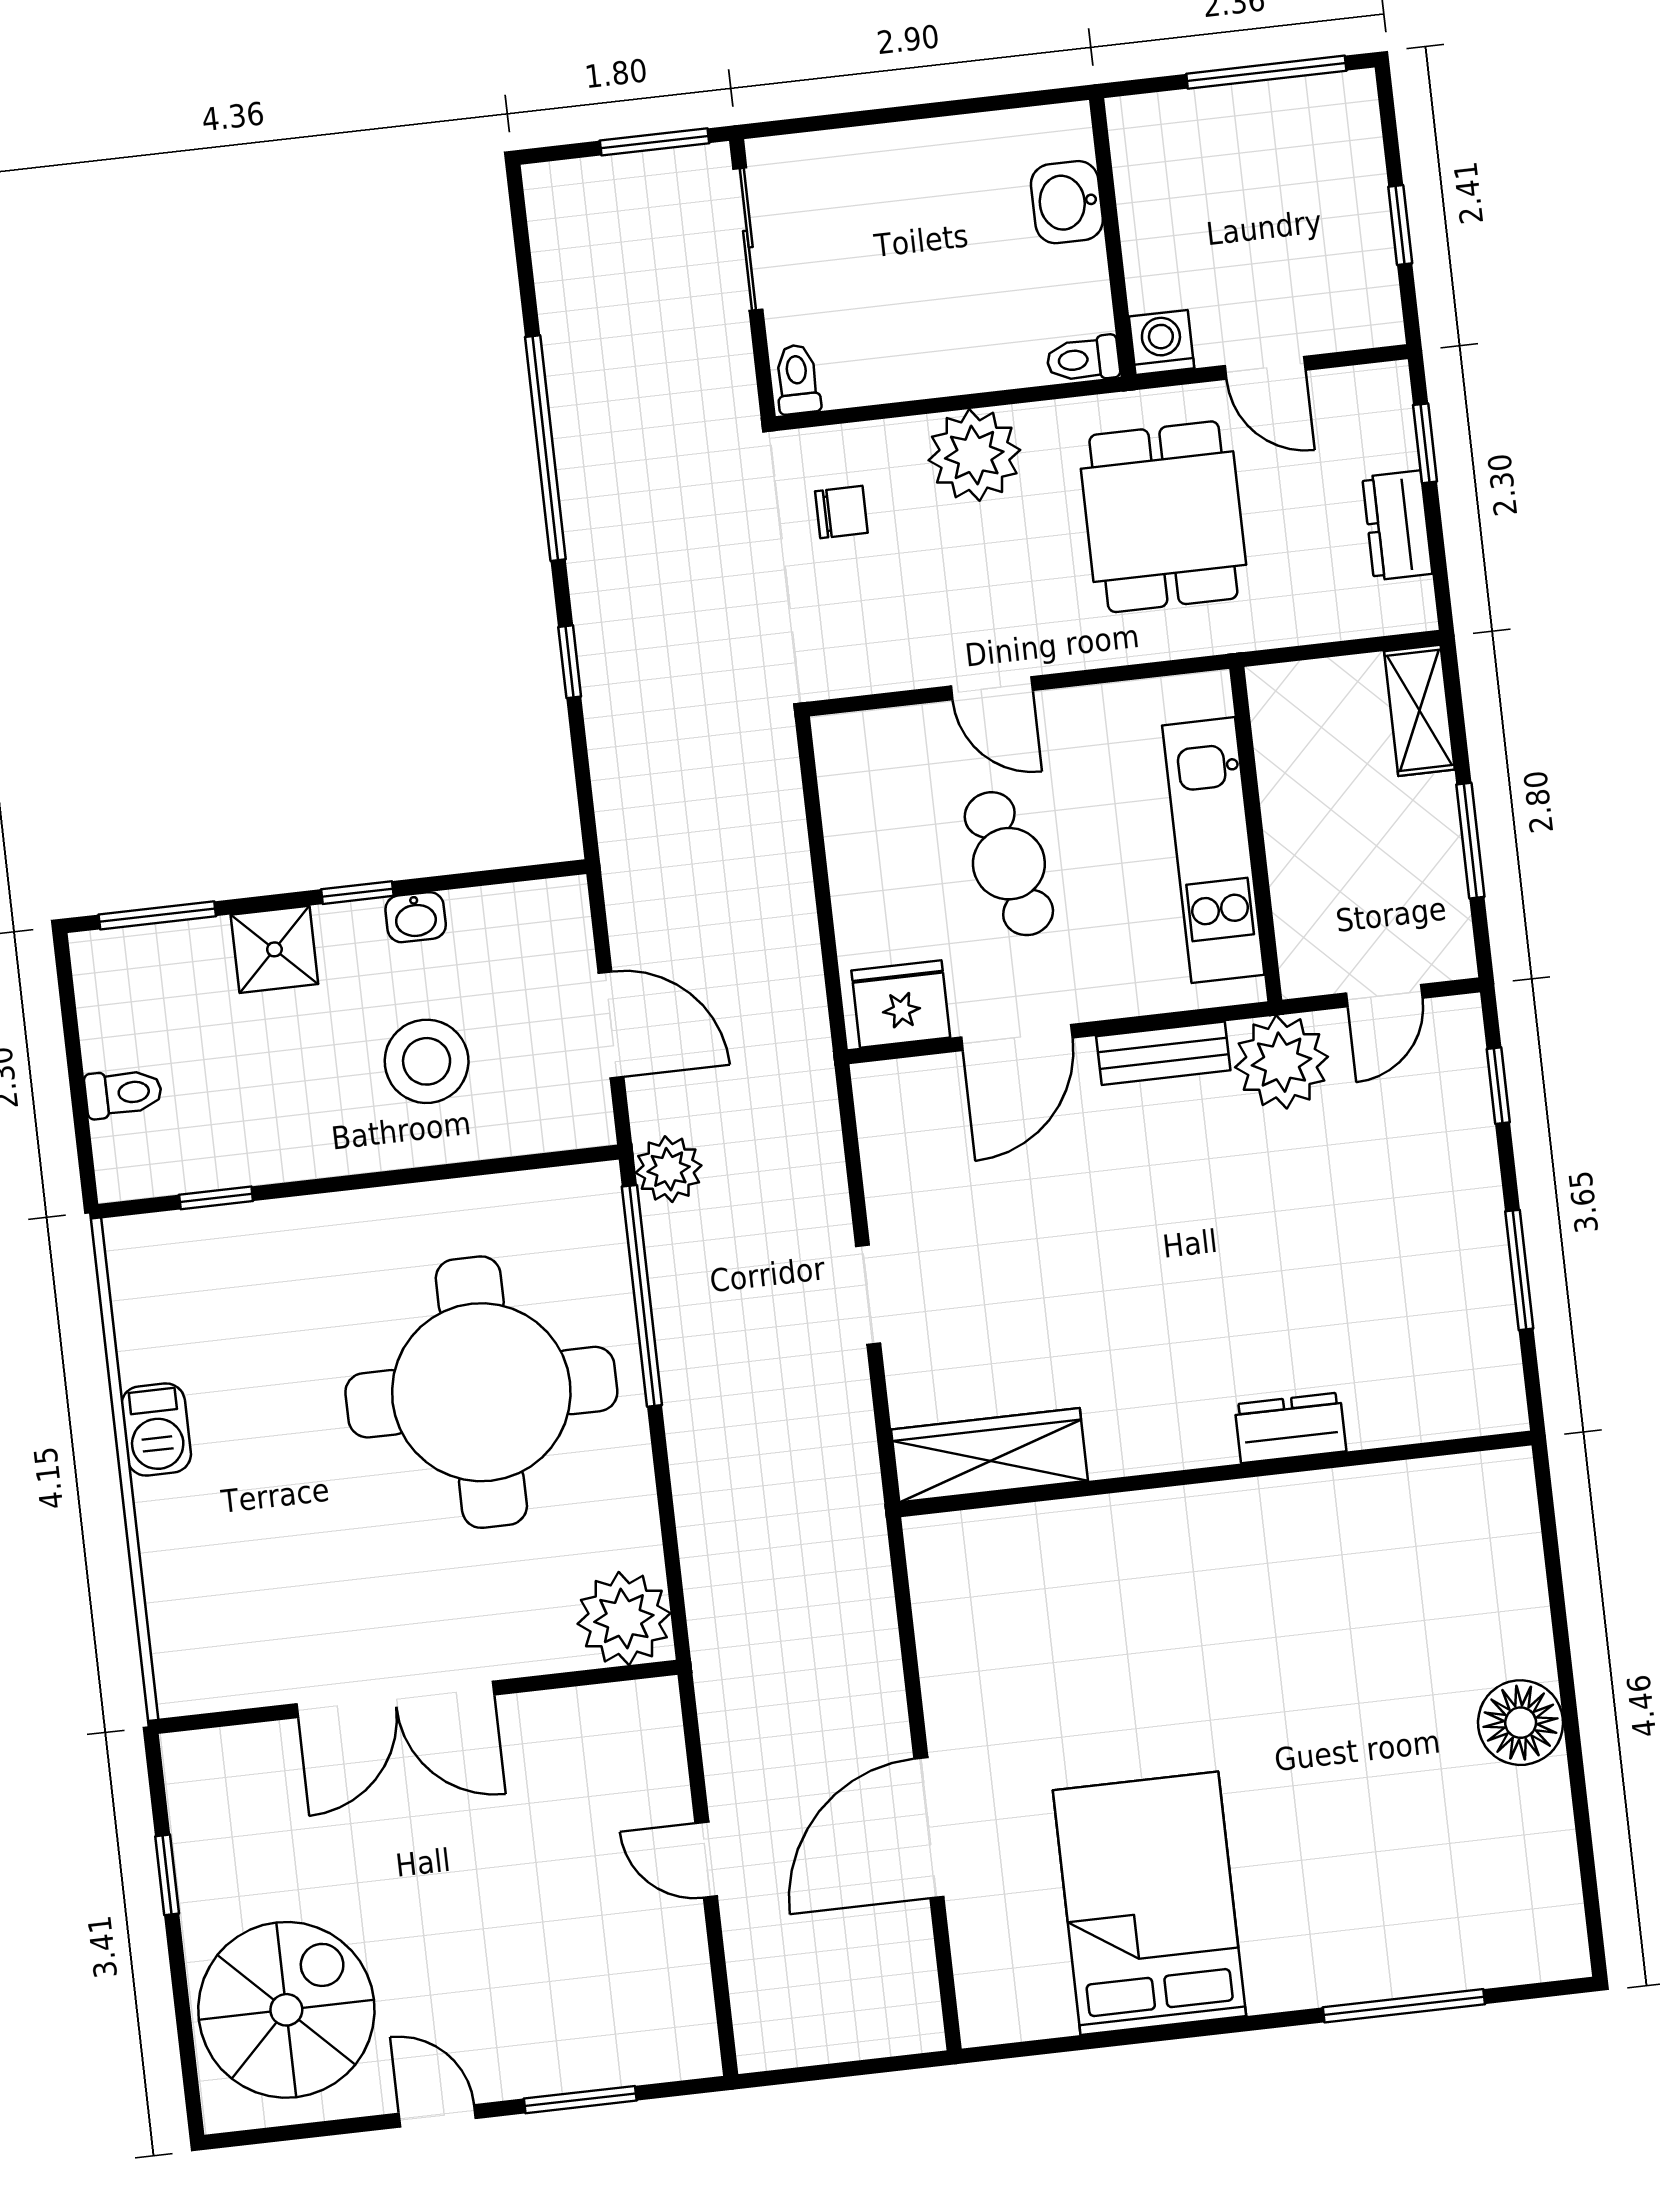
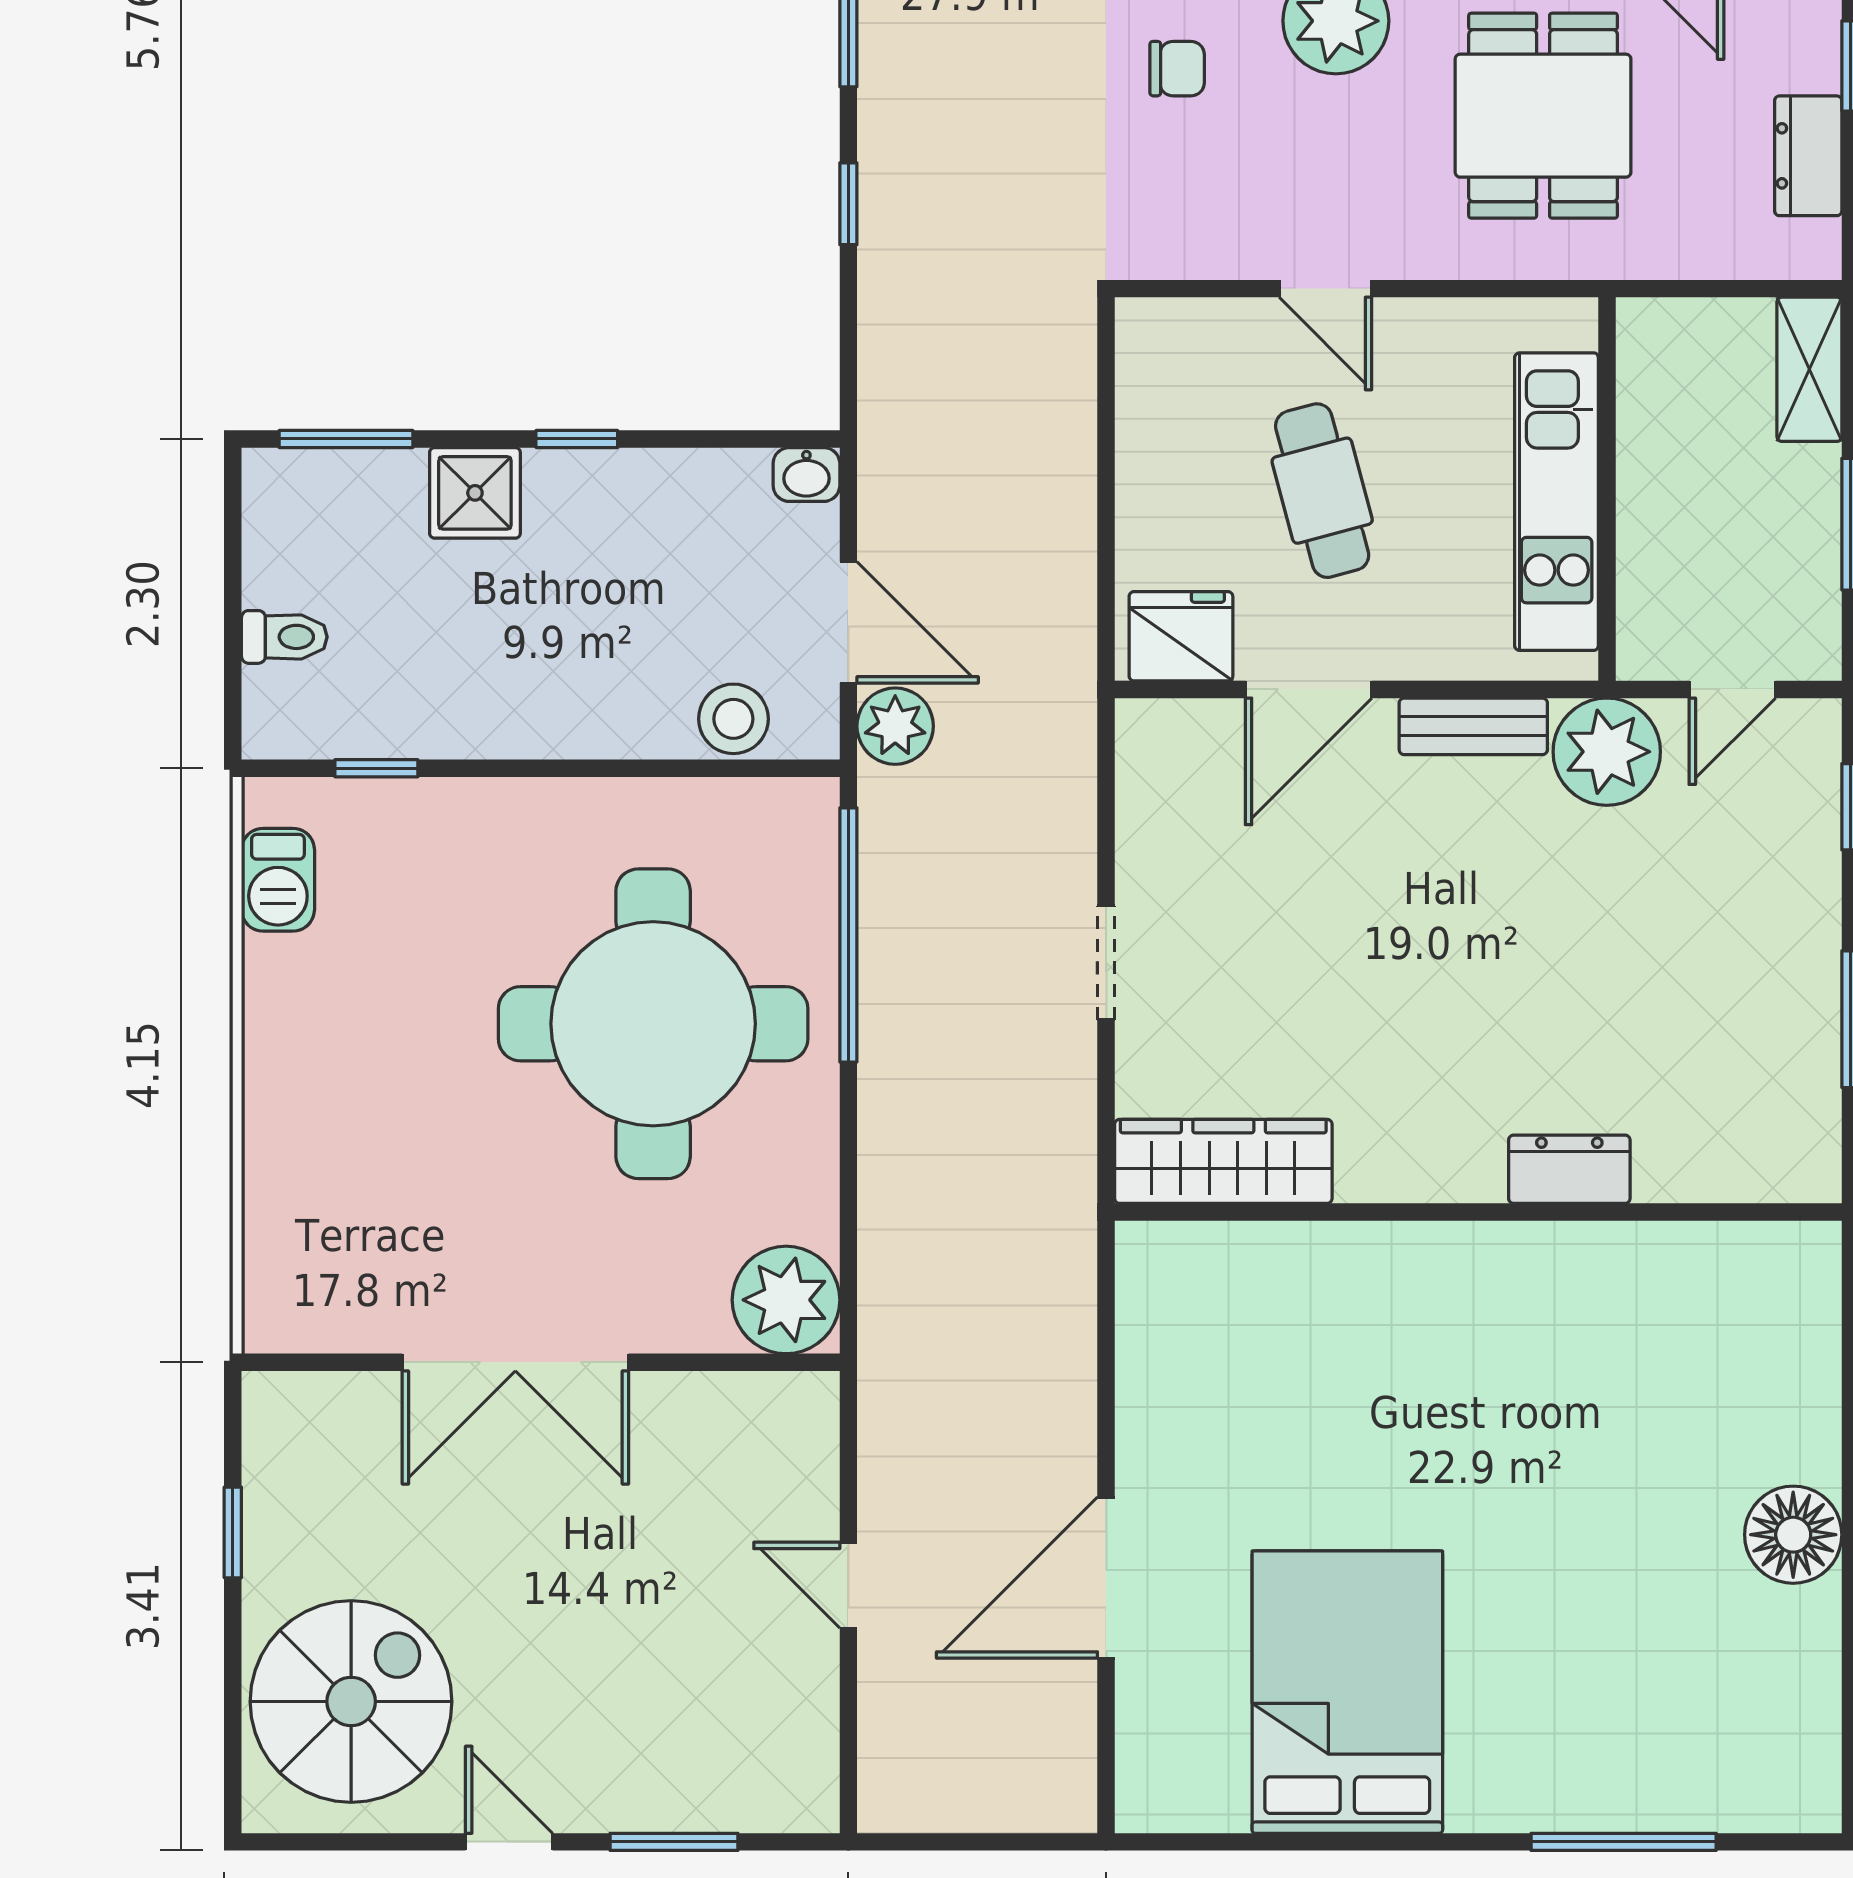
washbasin: (416, 917) -> (806, 475), moved
stool: (427, 1061) -> (733, 719), moved, width x0.73, depth x0.73
plant: (669, 1169) -> (895, 726), moved
barbecue: (156, 1430) -> (278, 880), moved

